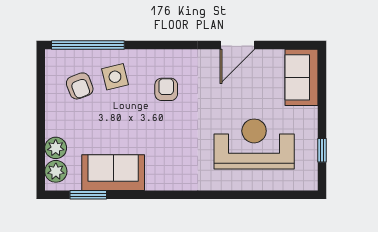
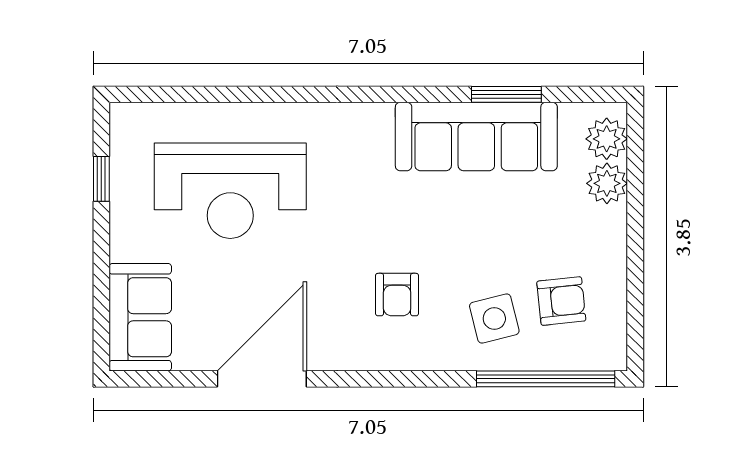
door: (237, 45) -> (262, 379), width x1.36
armchair: (80, 86) -> (561, 301), turned 105
sofa: (113, 173) -> (476, 136), width x1.36
window: (88, 195) -> (506, 94), moved

